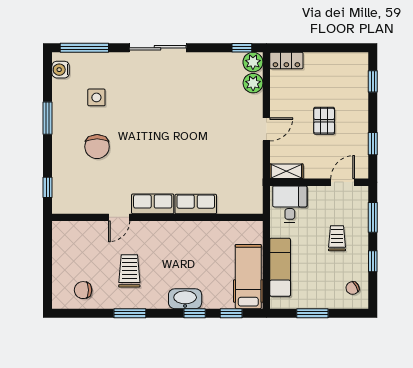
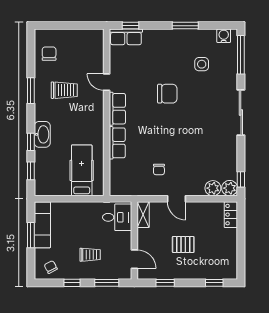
chair: (97, 147) -> (167, 94), moved, turned 180
chair: (229, 151) -> (159, 169), added
row of seats: (62, 193) -> (126, 37), added
exam couch: (280, 267) -> (42, 225), moved, turned -90
hospital bed: (248, 277) -> (82, 170), moved, turned -90

